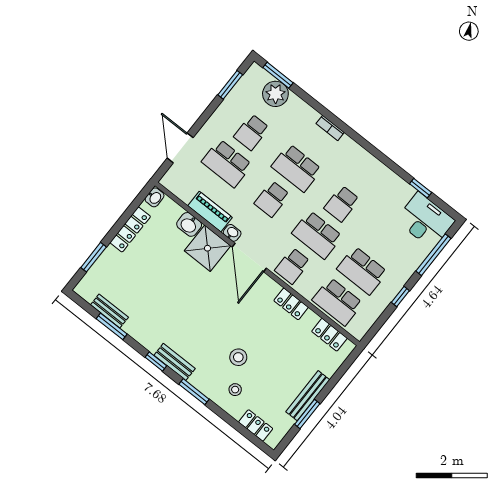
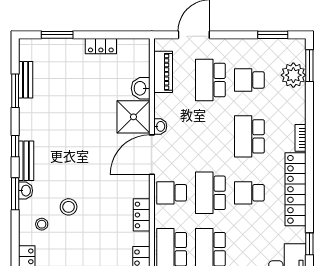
locker: (368, 164) -> (296, 189), added
washbasin: (155, 197) -> (26, 191), moved, turned -90
school desk: (272, 199) -> (210, 136), removed
piano: (210, 212) -> (163, 72), moved
locker: (130, 229) -> (101, 46), width x0.66

